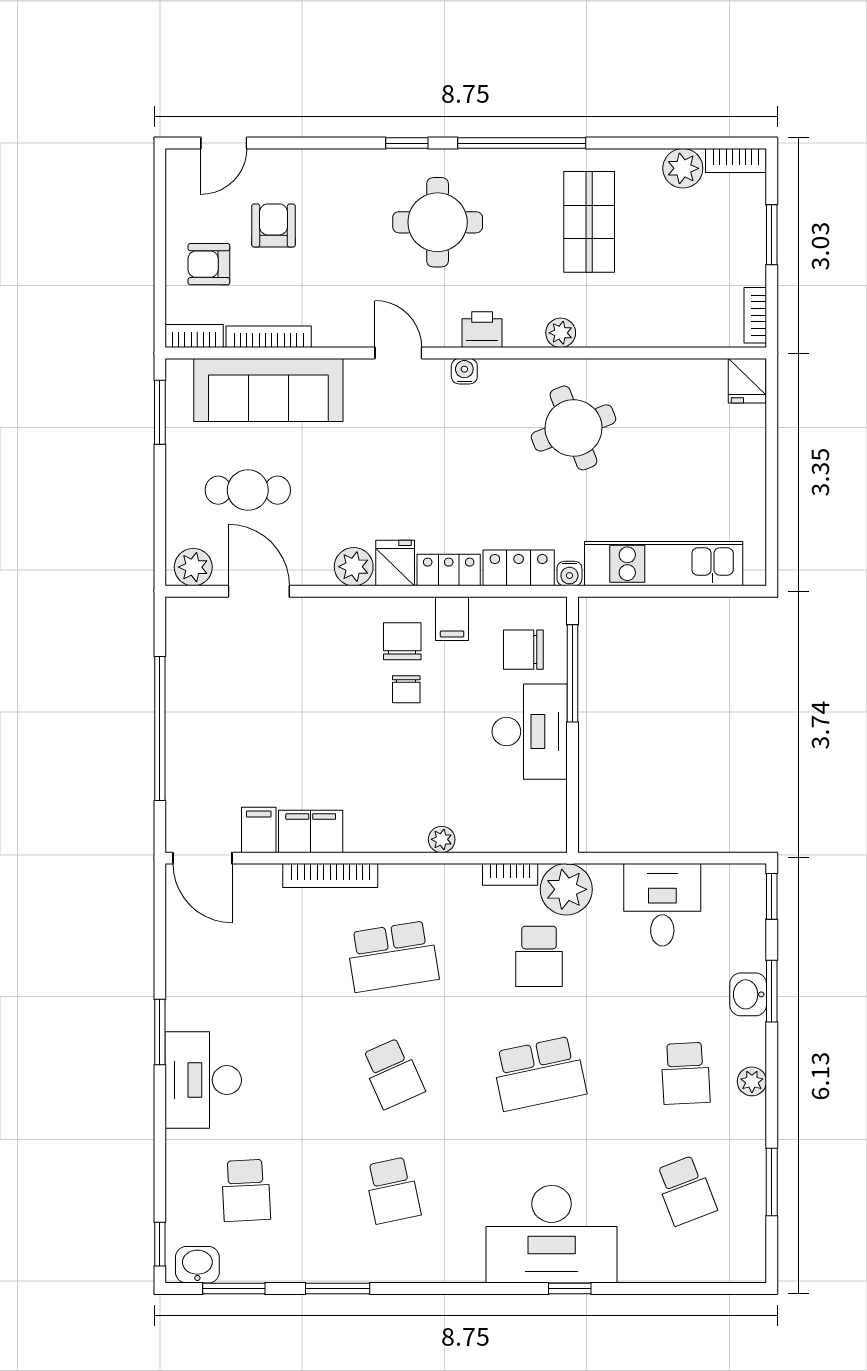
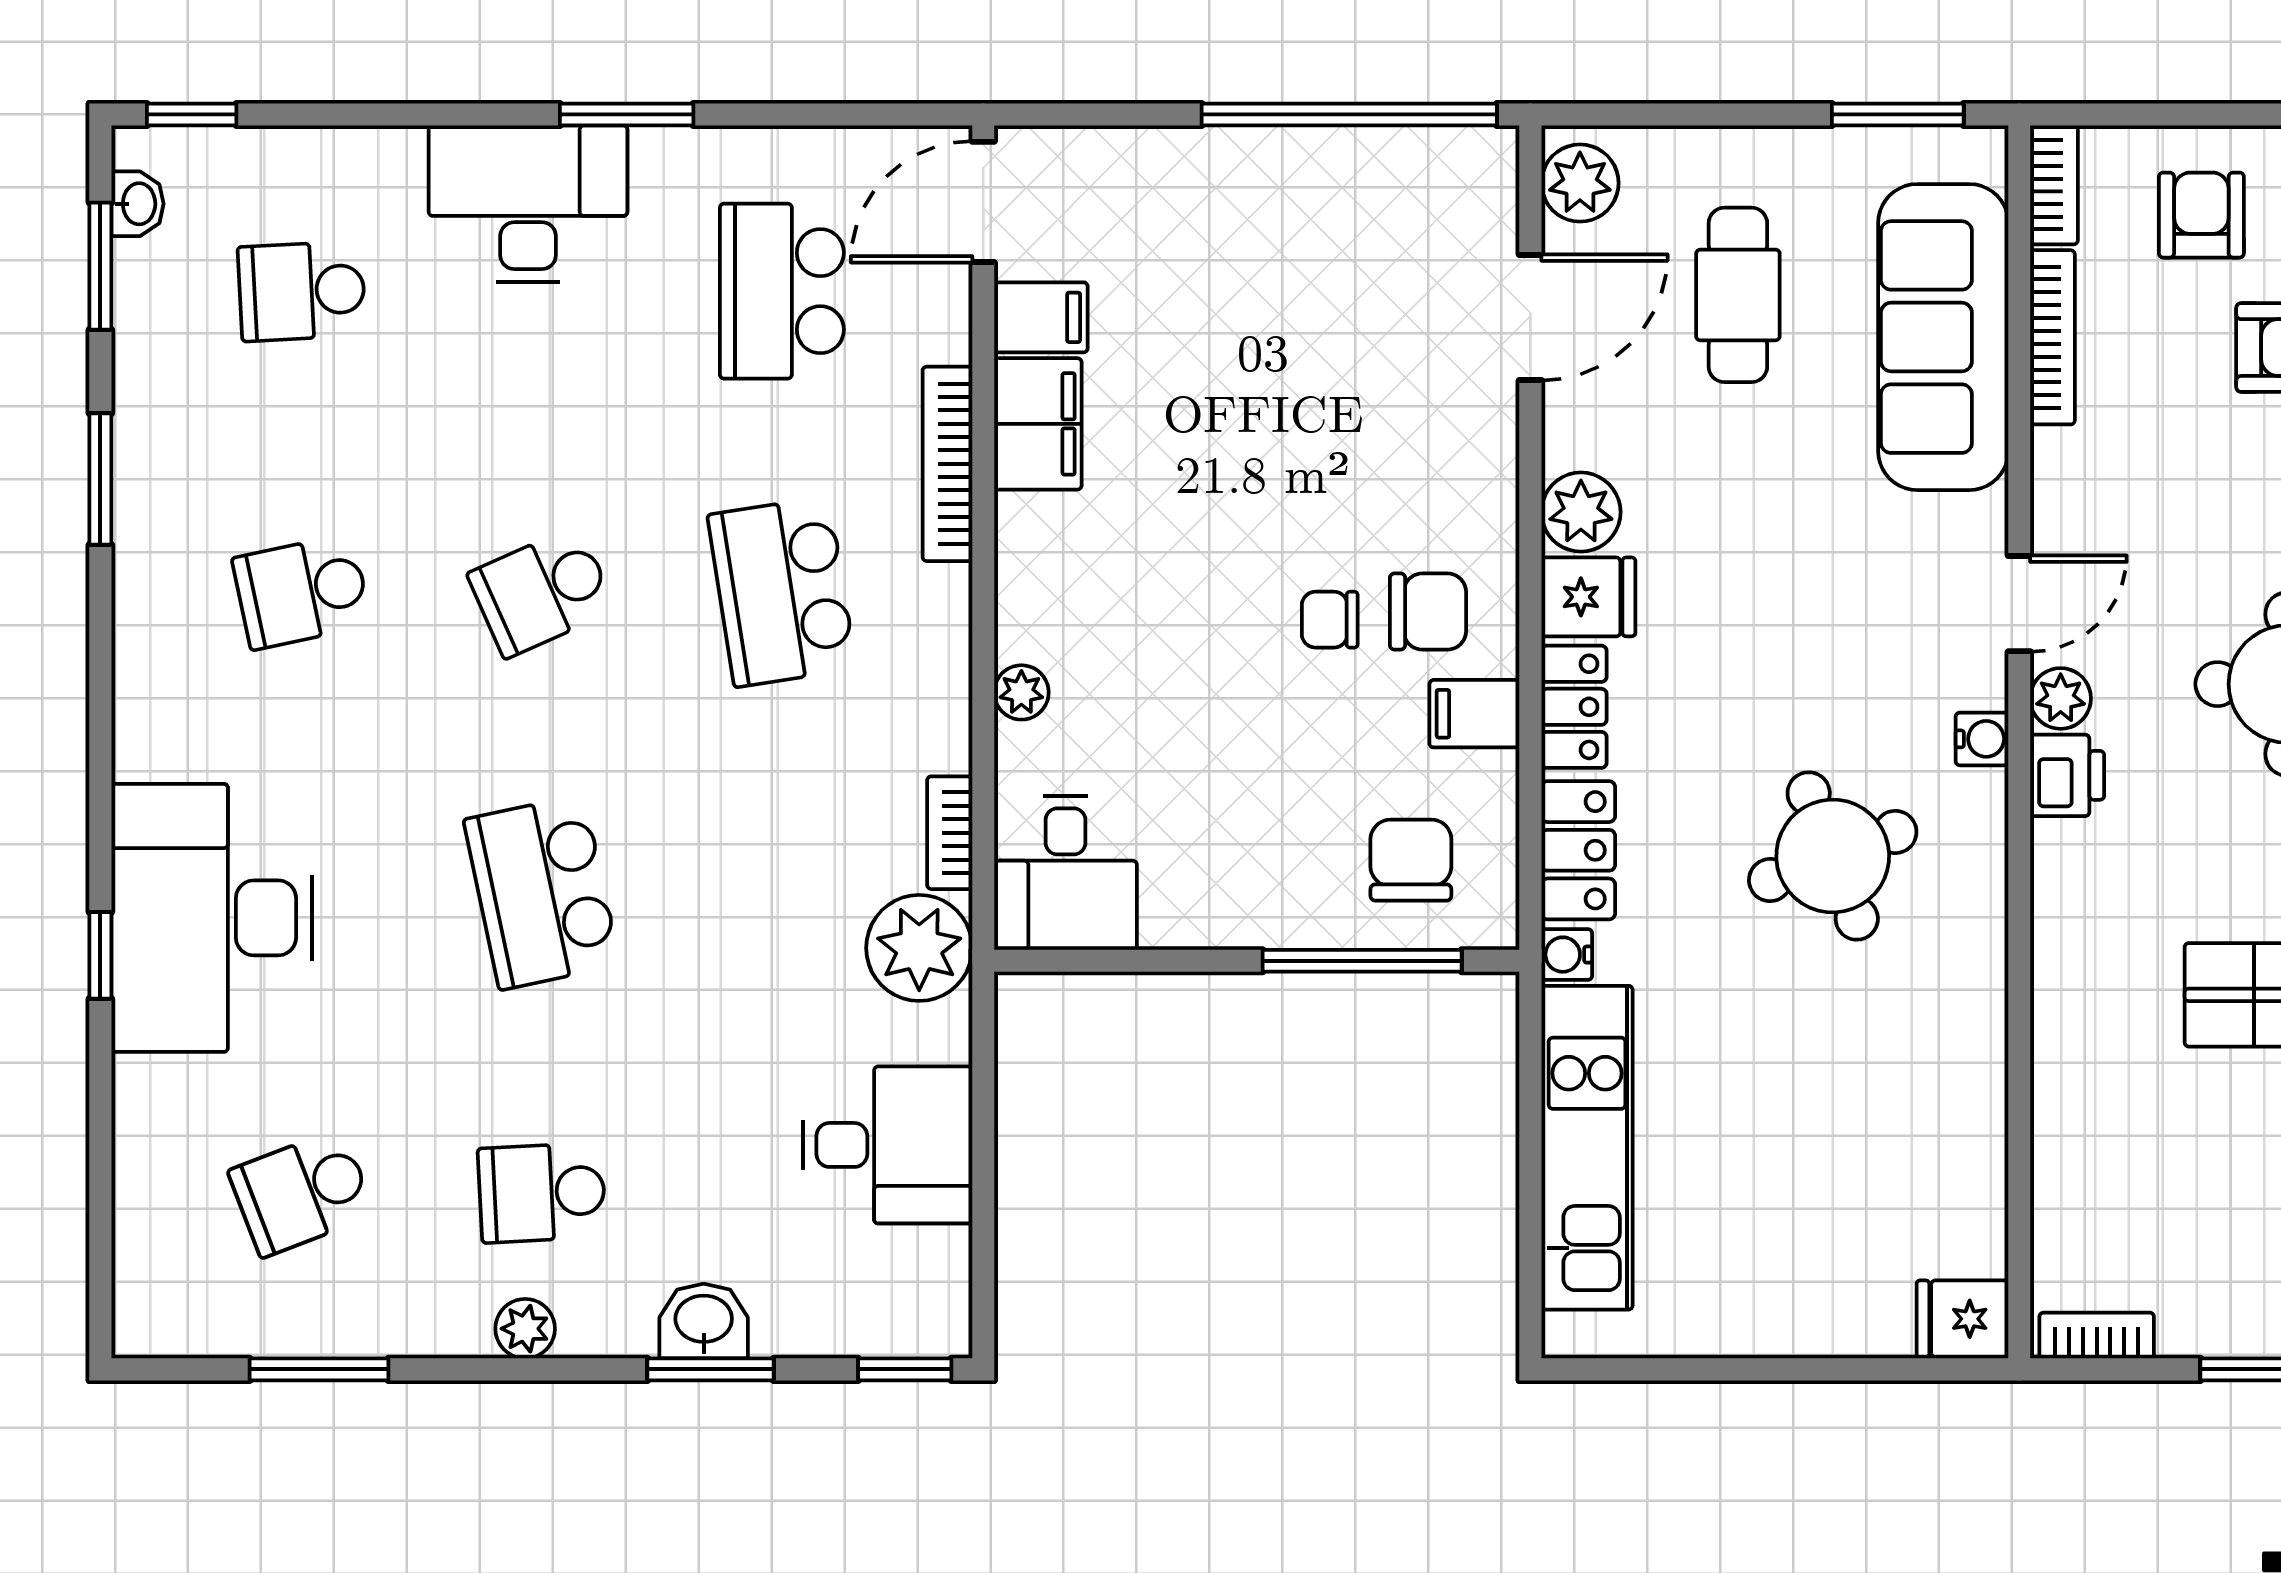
plant: (561, 333) -> (2061, 698), moved
round table: (574, 428) -> (1833, 856), moved
window: (160, 729) -> (1349, 114), moved
desk: (530, 732) -> (1066, 873), moved, width x0.73
school desk: (539, 956) -> (782, 291), moved, width x1.85
washbasin: (197, 1265) -> (137, 204), width x0.72, depth x0.69

